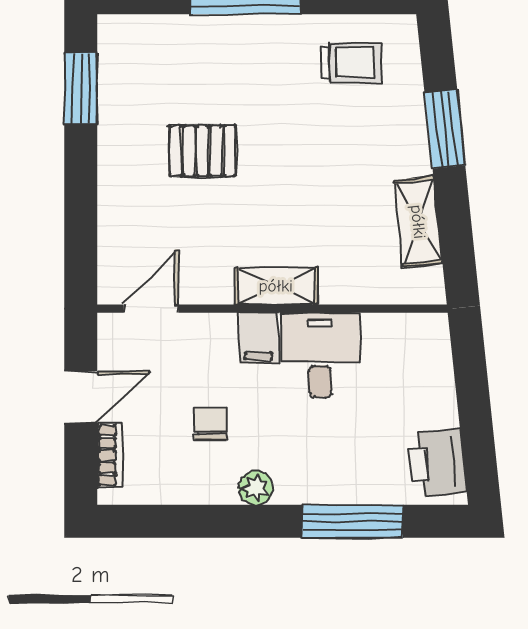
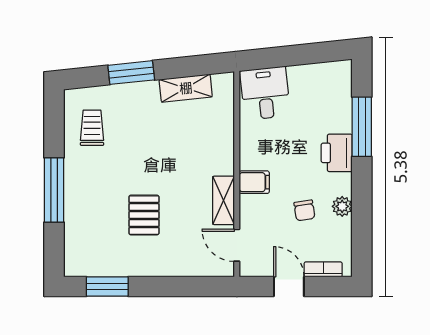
shelving: (276, 286) -> (223, 200), moved
desk: (320, 355) -> (265, 93), moved, turned 84
chair: (210, 424) -> (304, 210), turned -99
printer: (437, 463) -> (337, 153), moved, turned 96
plant: (256, 488) -> (342, 206), moved

